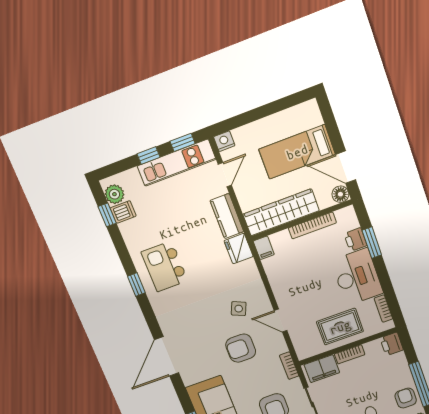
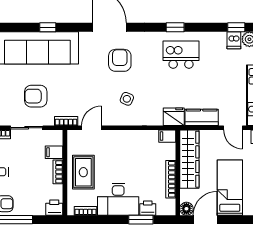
door: (281, 321) -> (91, 128), moved
armchair: (241, 348) -> (120, 60), moved
filing cabinet: (322, 369) -> (54, 152), width x0.50

